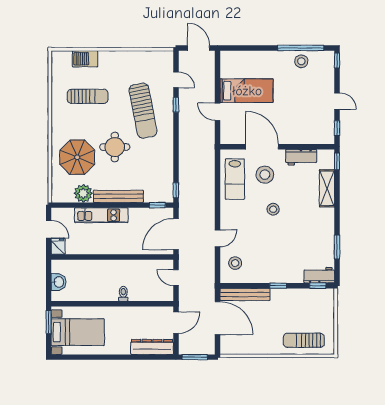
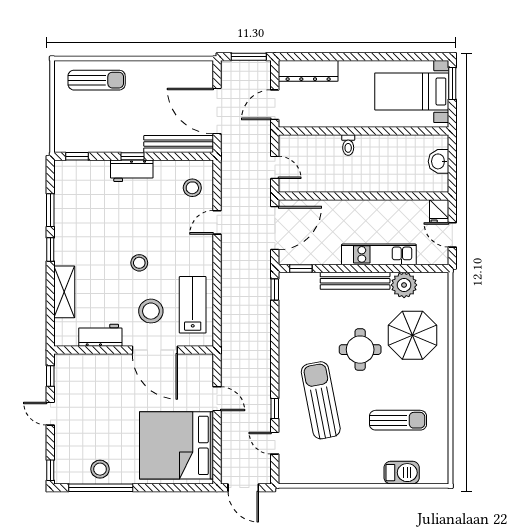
bed: (247, 91) -> (176, 445), width x2.04
sun lounger: (88, 96) -> (398, 420), turned 180
window: (337, 161) -> (50, 250), moved
workbench: (319, 275) -> (132, 171), moved
window: (49, 322) -> (452, 84), moved

